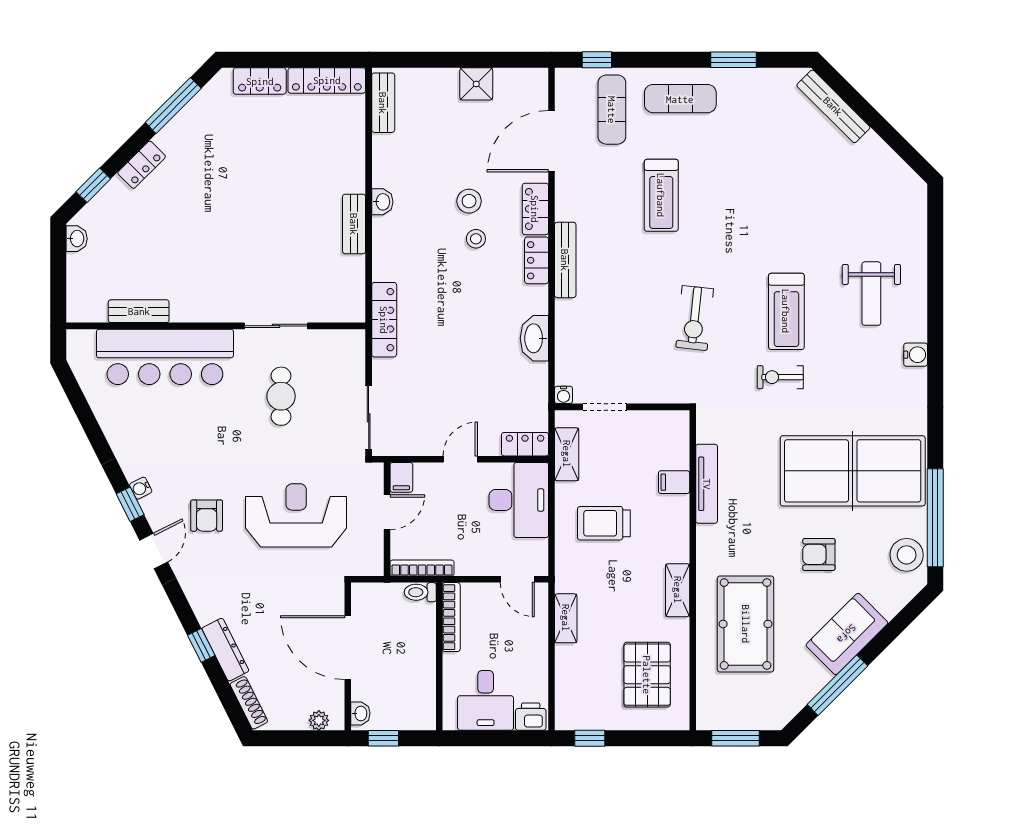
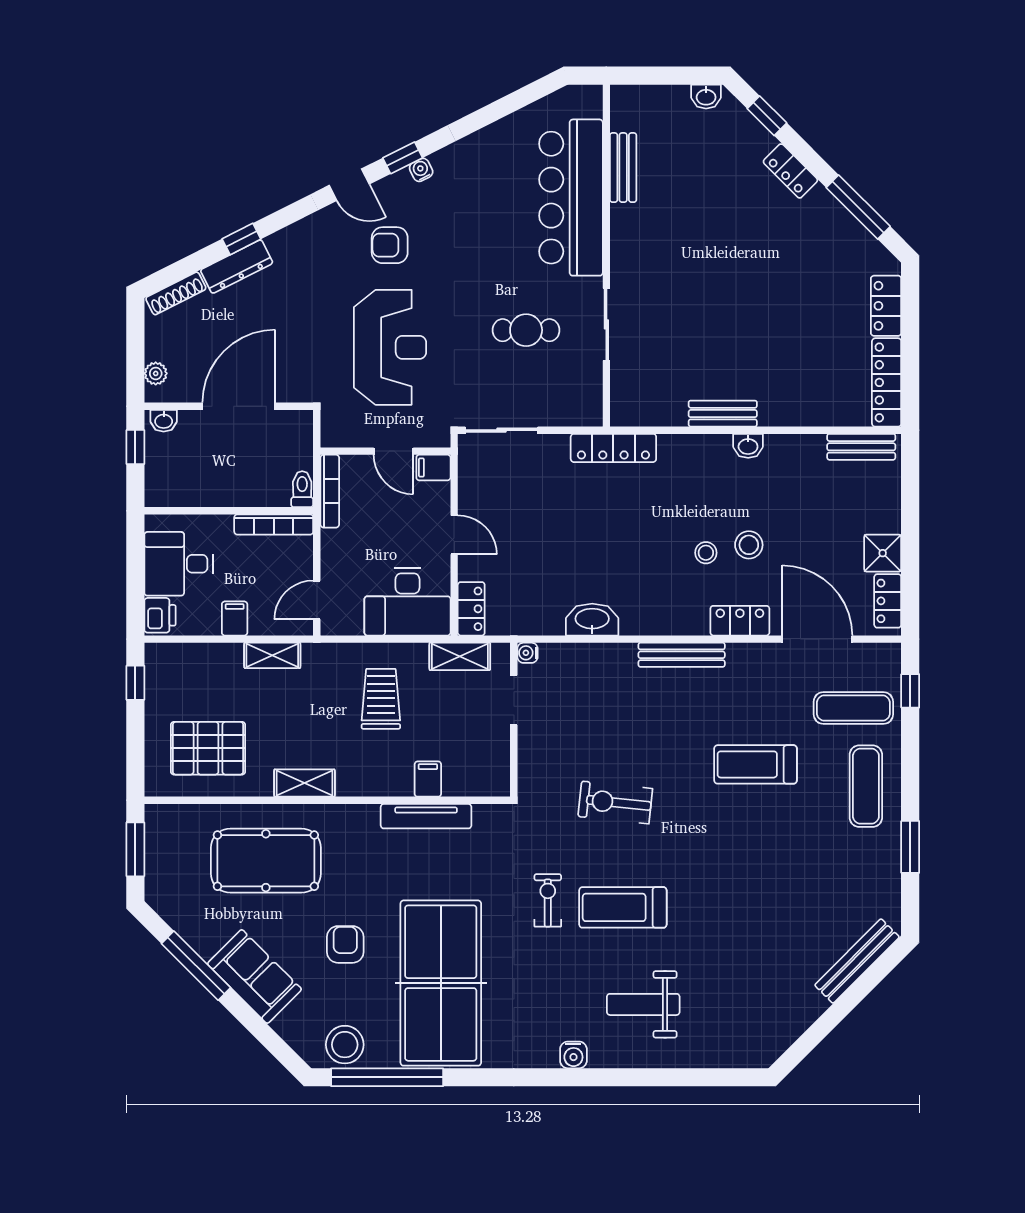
locker: (537, 260) -> (888, 601), moved, turned -90
filing cabinet: (533, 651) -> (235, 618), added

